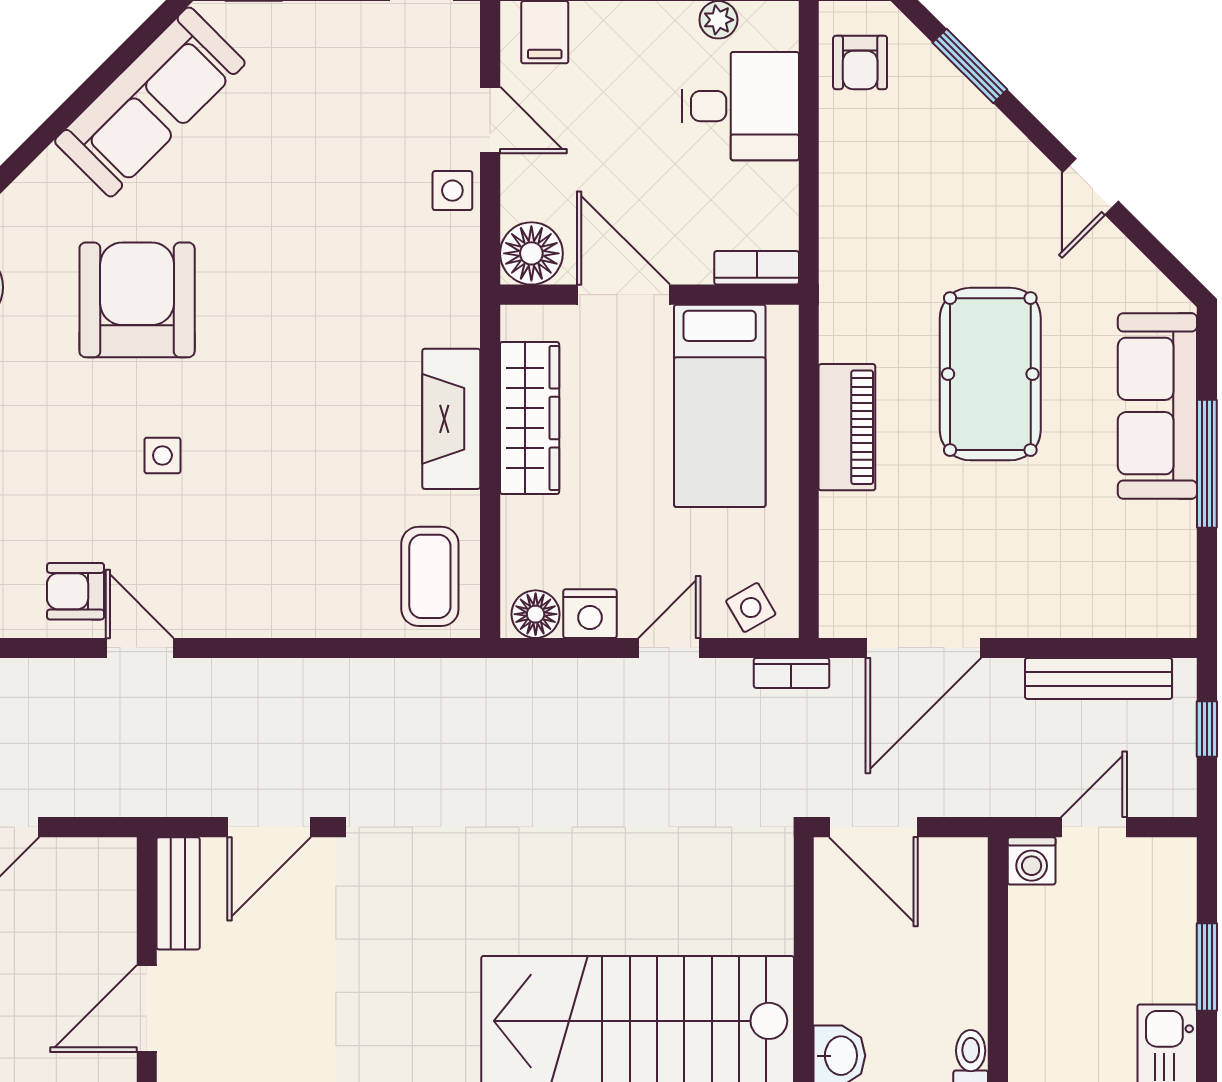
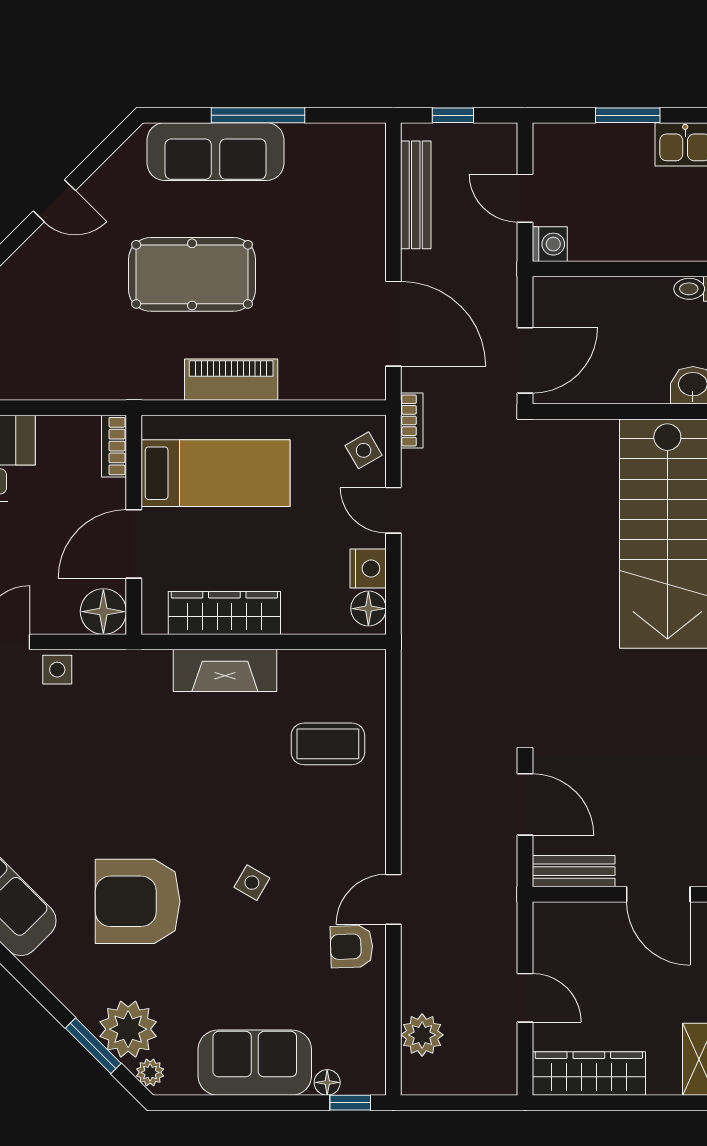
side table: (162, 455) -> (252, 883), turned 30
coffee table: (430, 576) -> (328, 744), moved
armchair: (76, 591) -> (352, 947), turned 88

